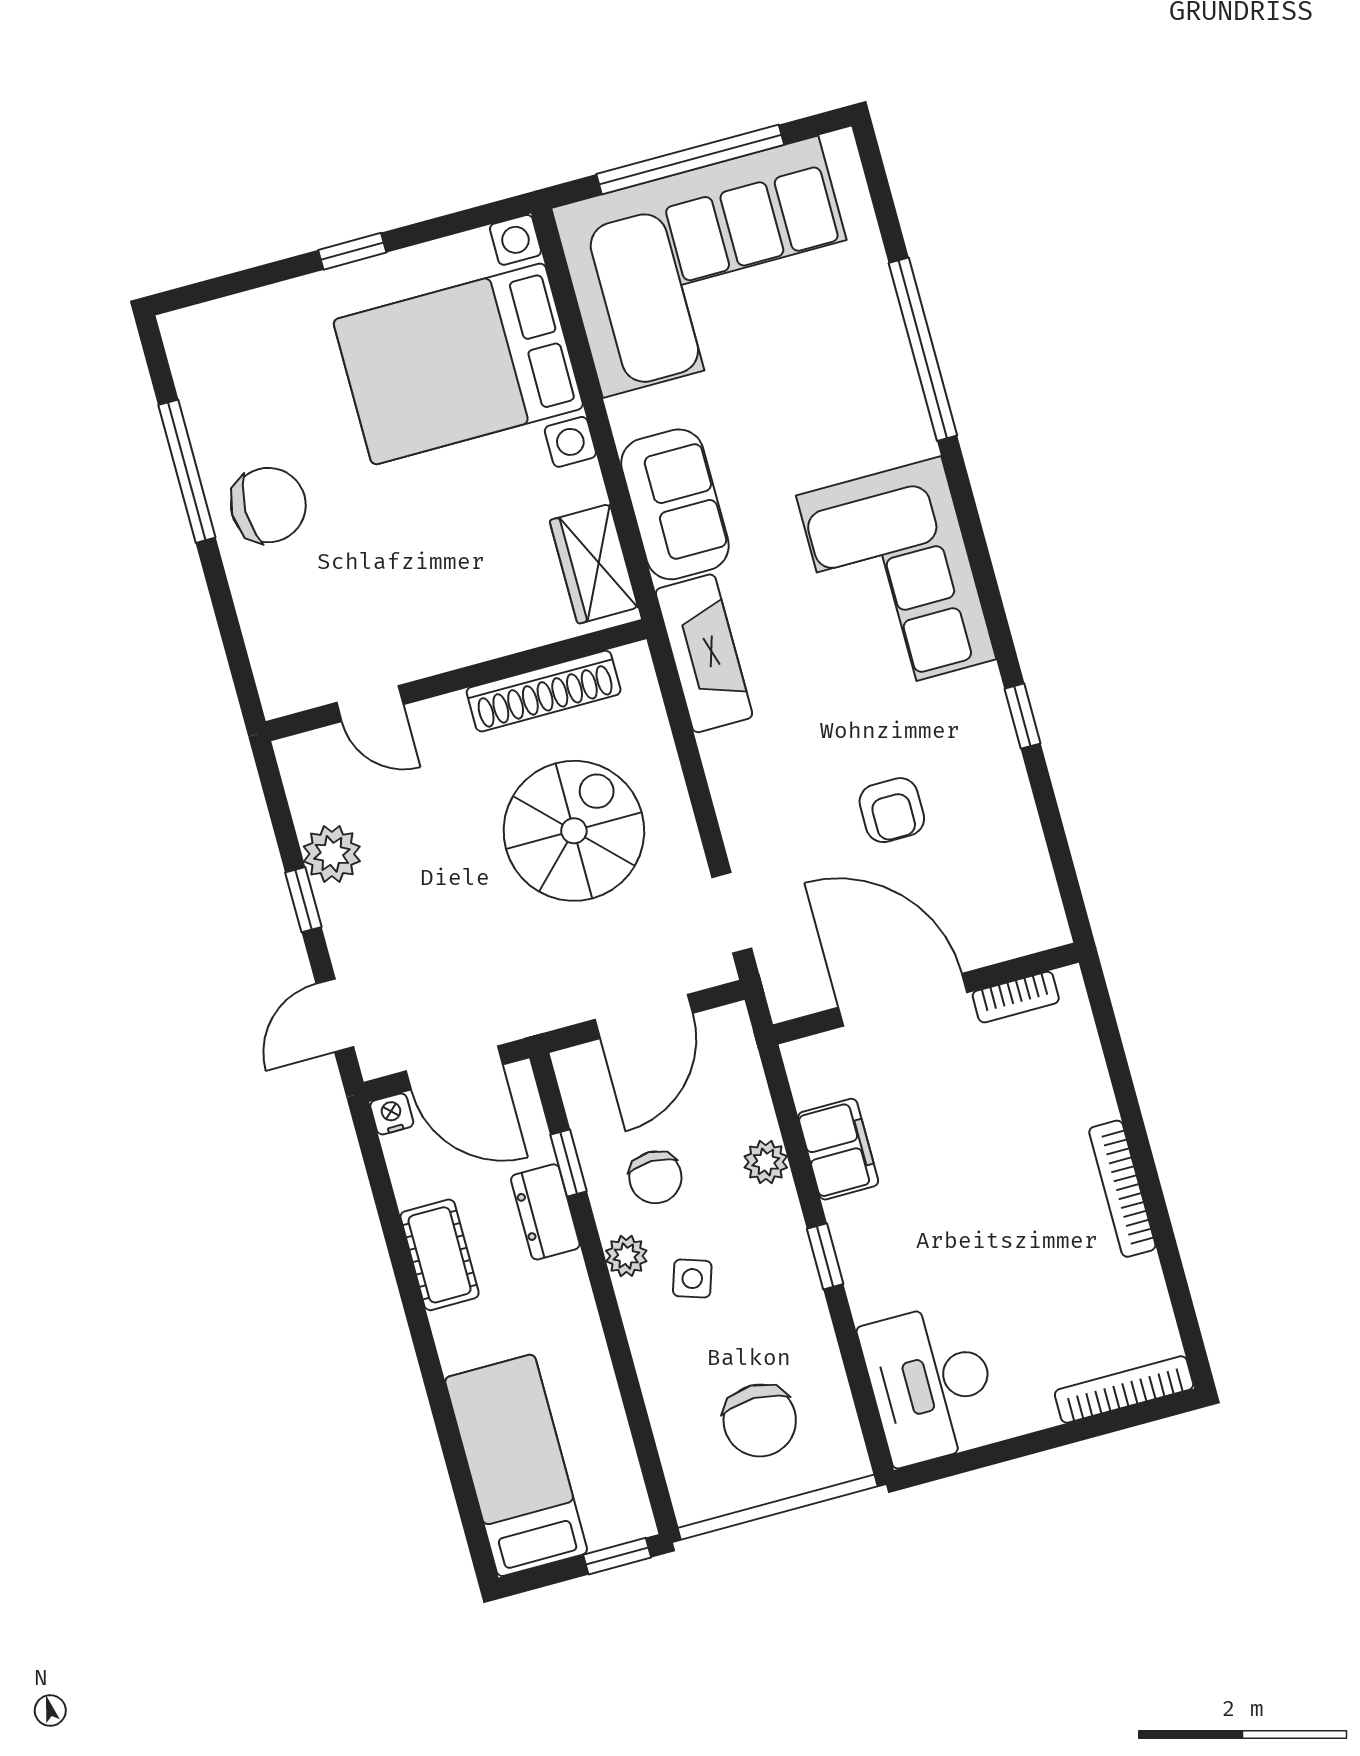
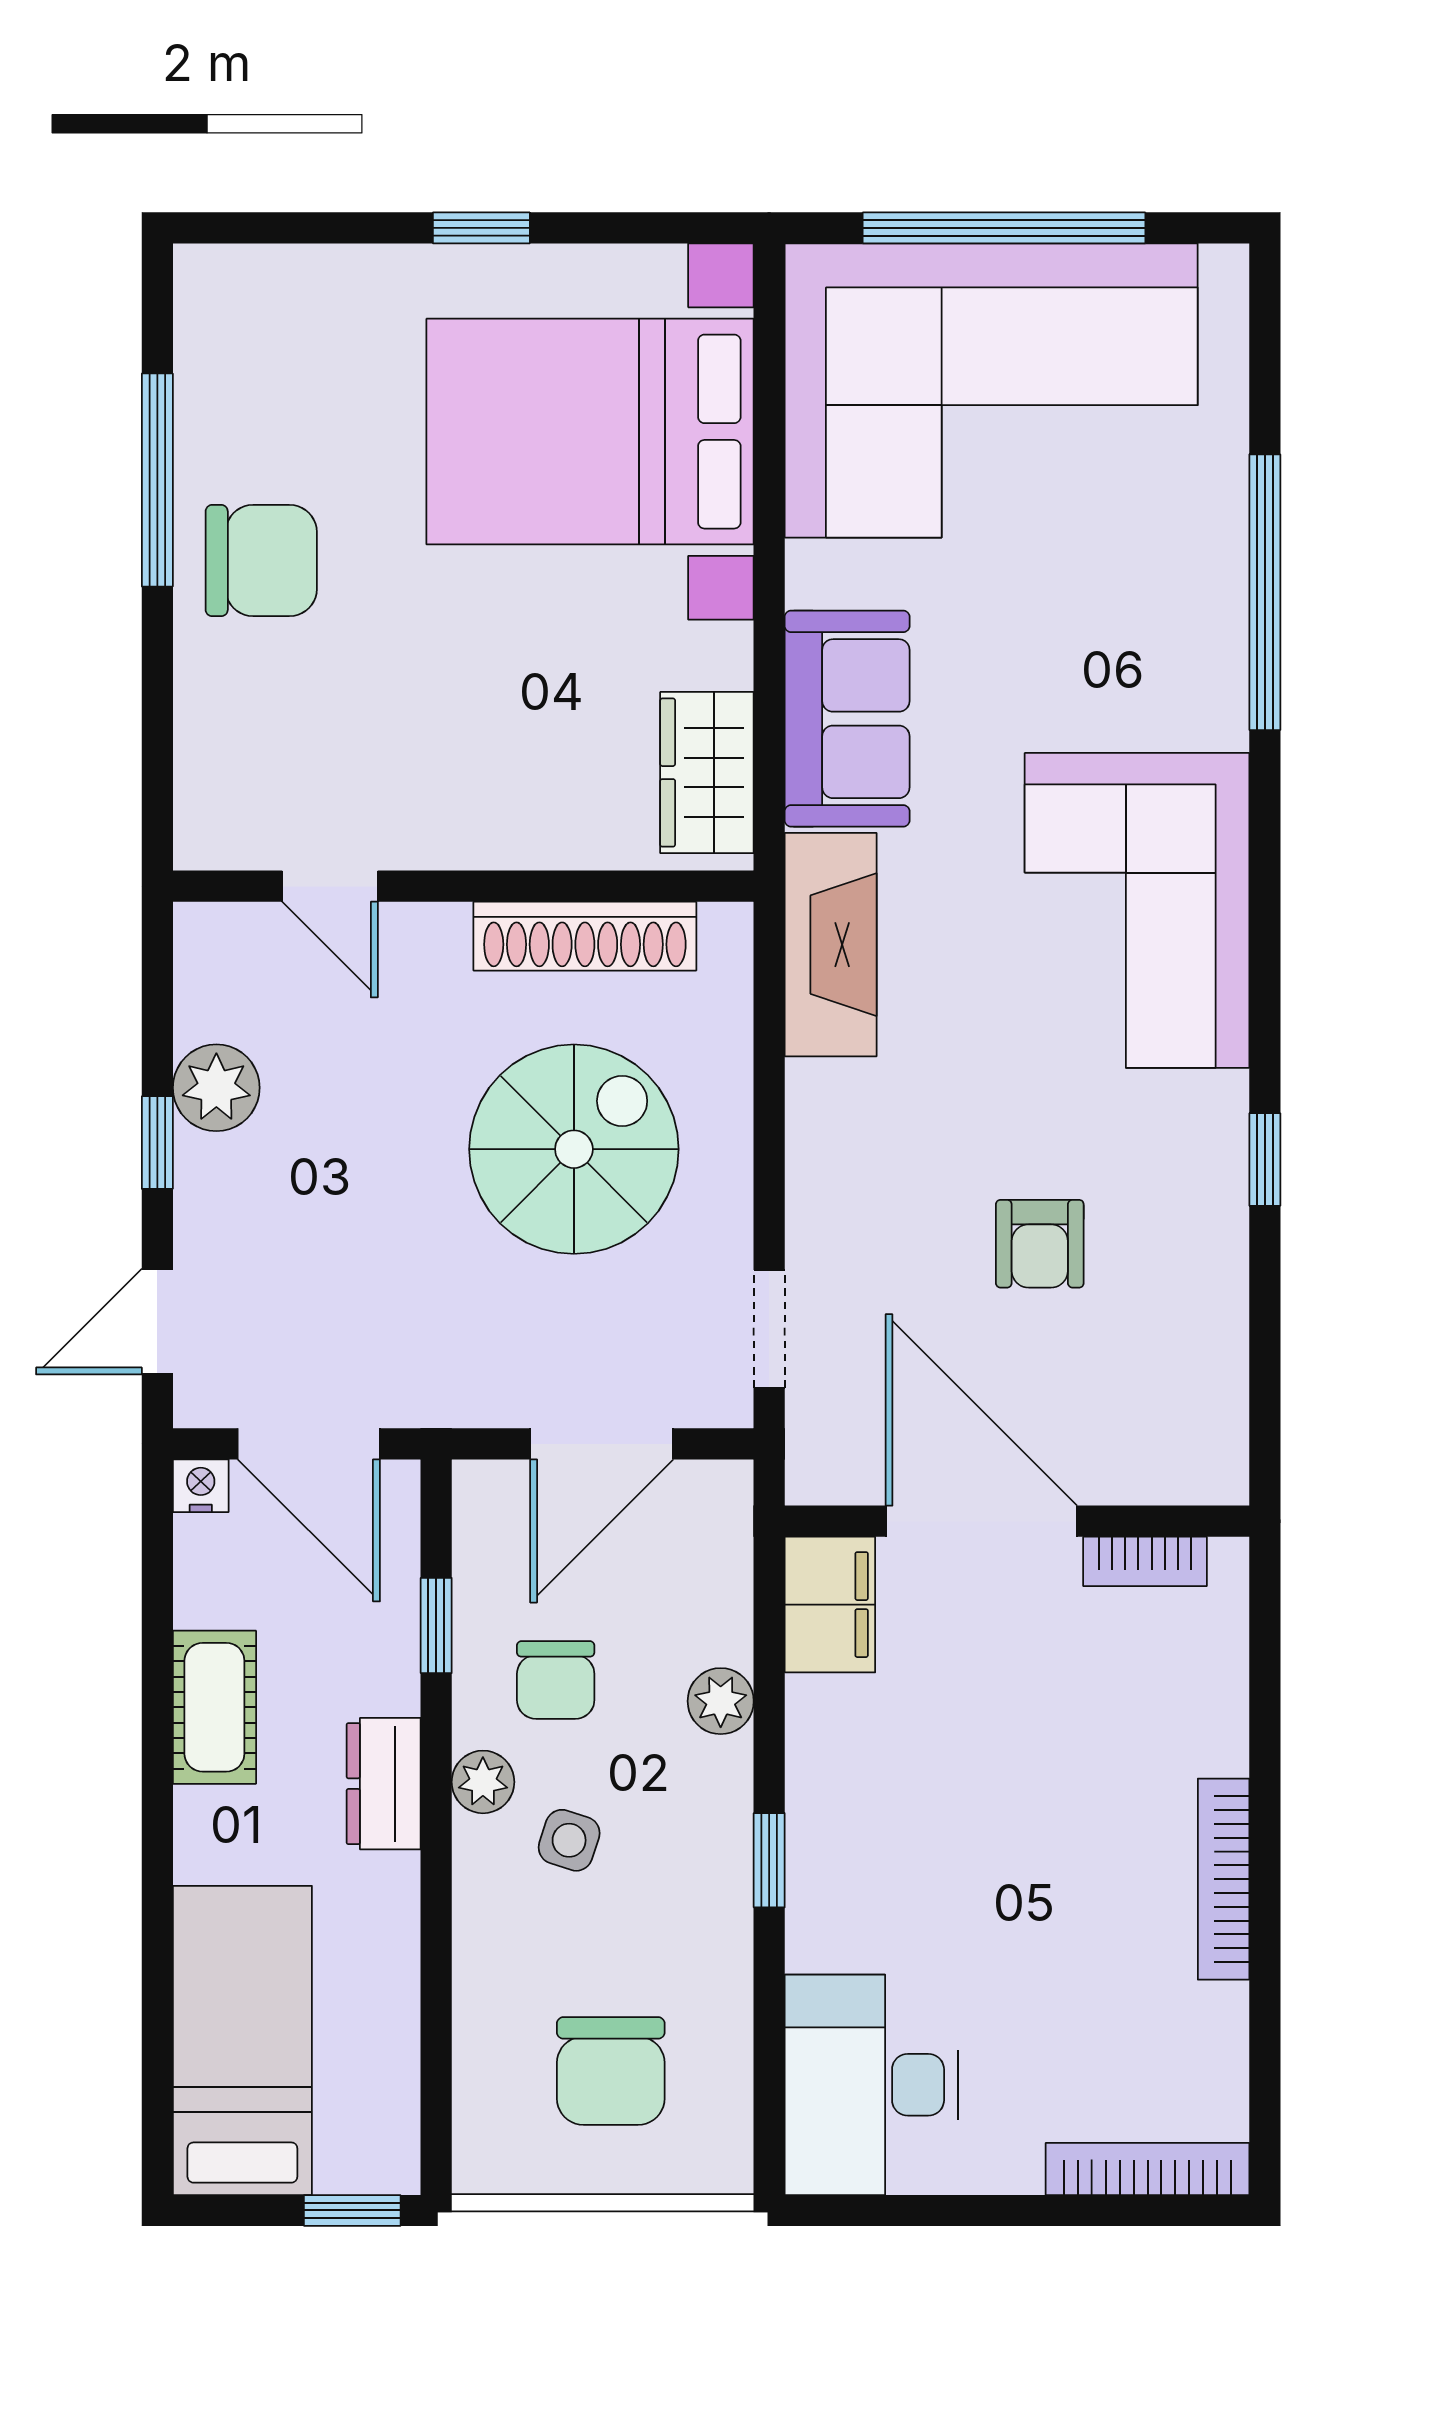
filing cabinet: (838, 1149) -> (830, 1605), moved
dresser: (545, 1212) -> (384, 1784), moved

